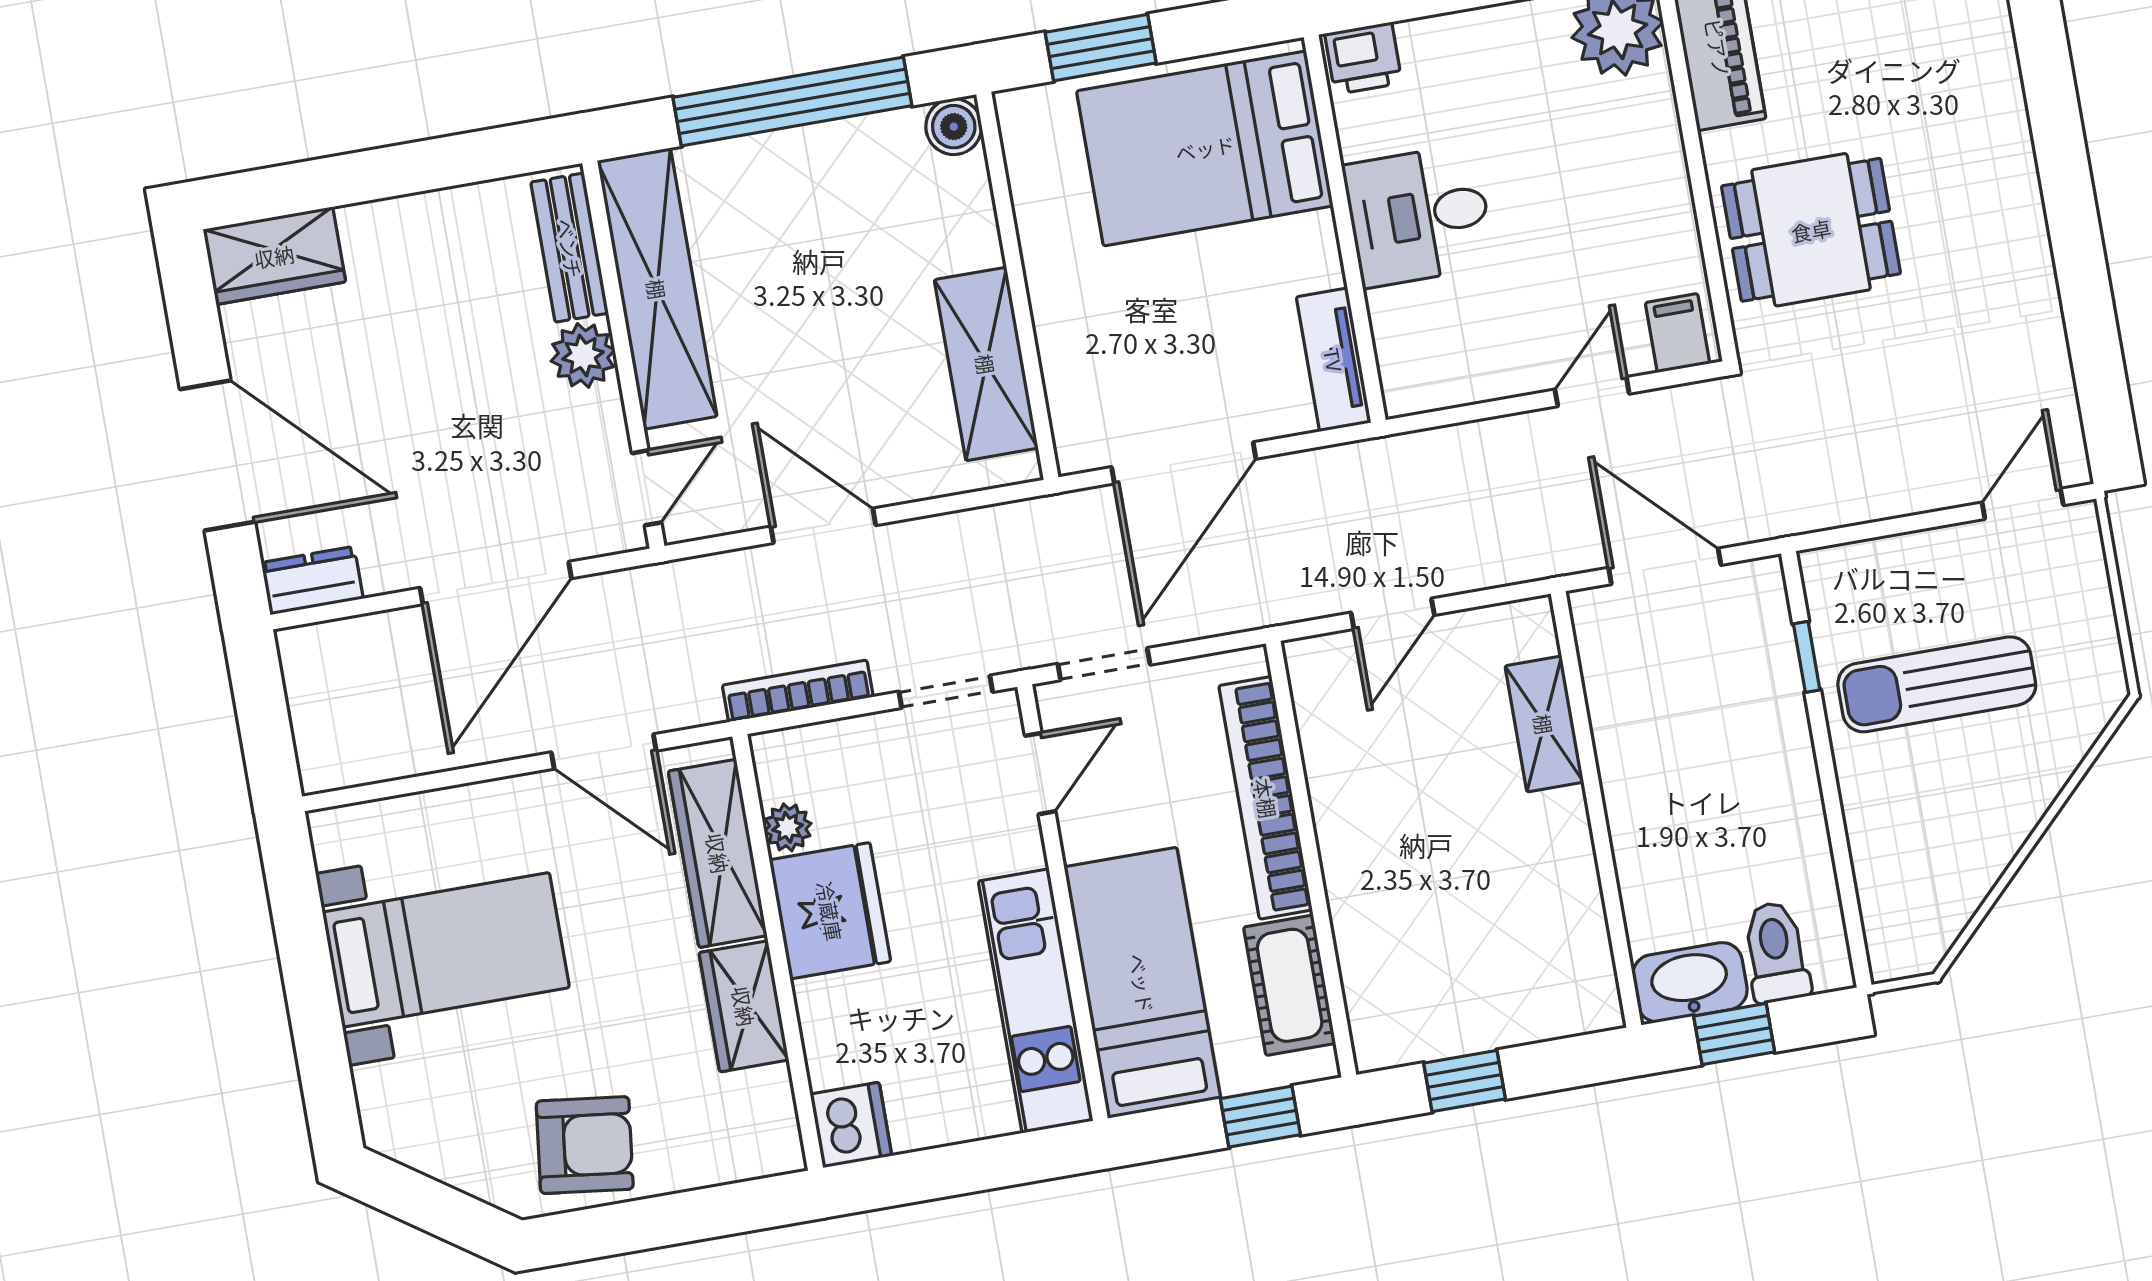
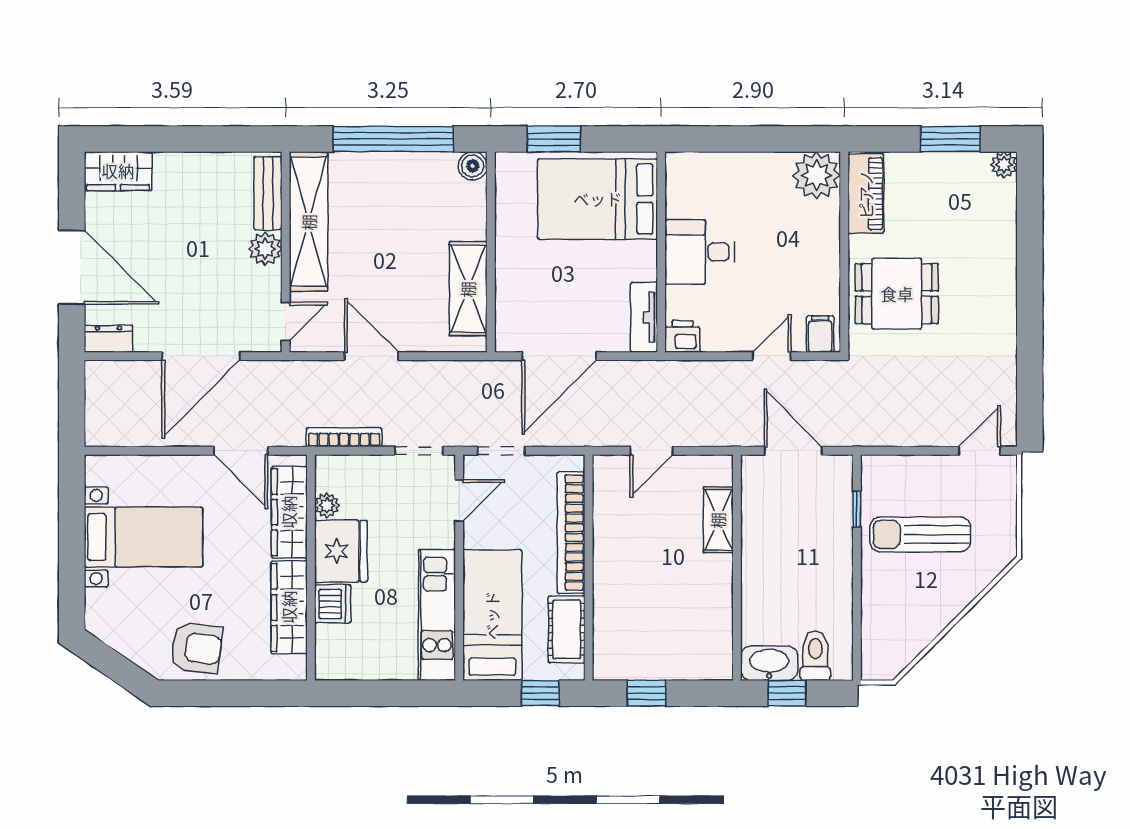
printer: (1363, 58) -> (682, 336), moved, turned 180
wardrobe: (744, 1006) -> (289, 607), width x1.50
dishwasher: (851, 1125) -> (333, 604), moved

